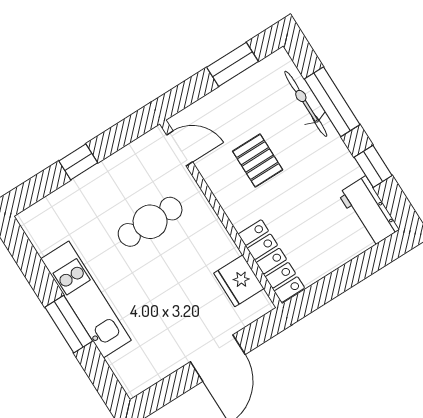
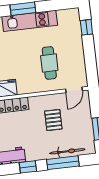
pallet: (258, 161) -> (53, 120), turned 90
window: (78, 162) -> (86, 27), moved

